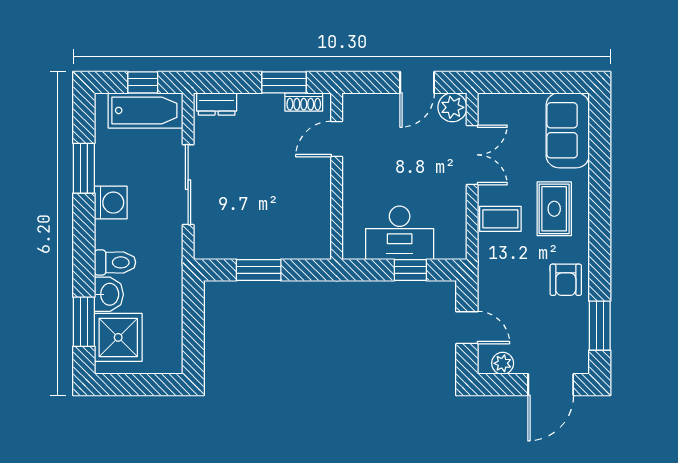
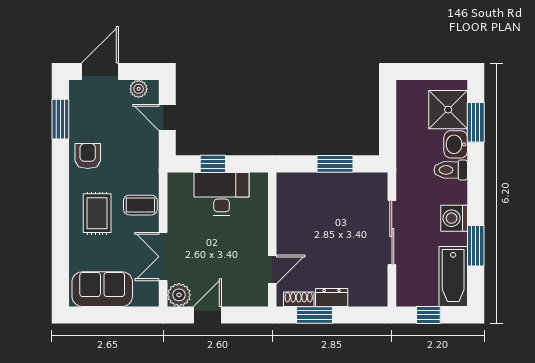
dresser: (217, 104) -> (332, 297), moved
bathtub: (146, 110) -> (453, 276), moved, turned -90
sofa: (568, 130) -> (102, 289), moved, turned -90

